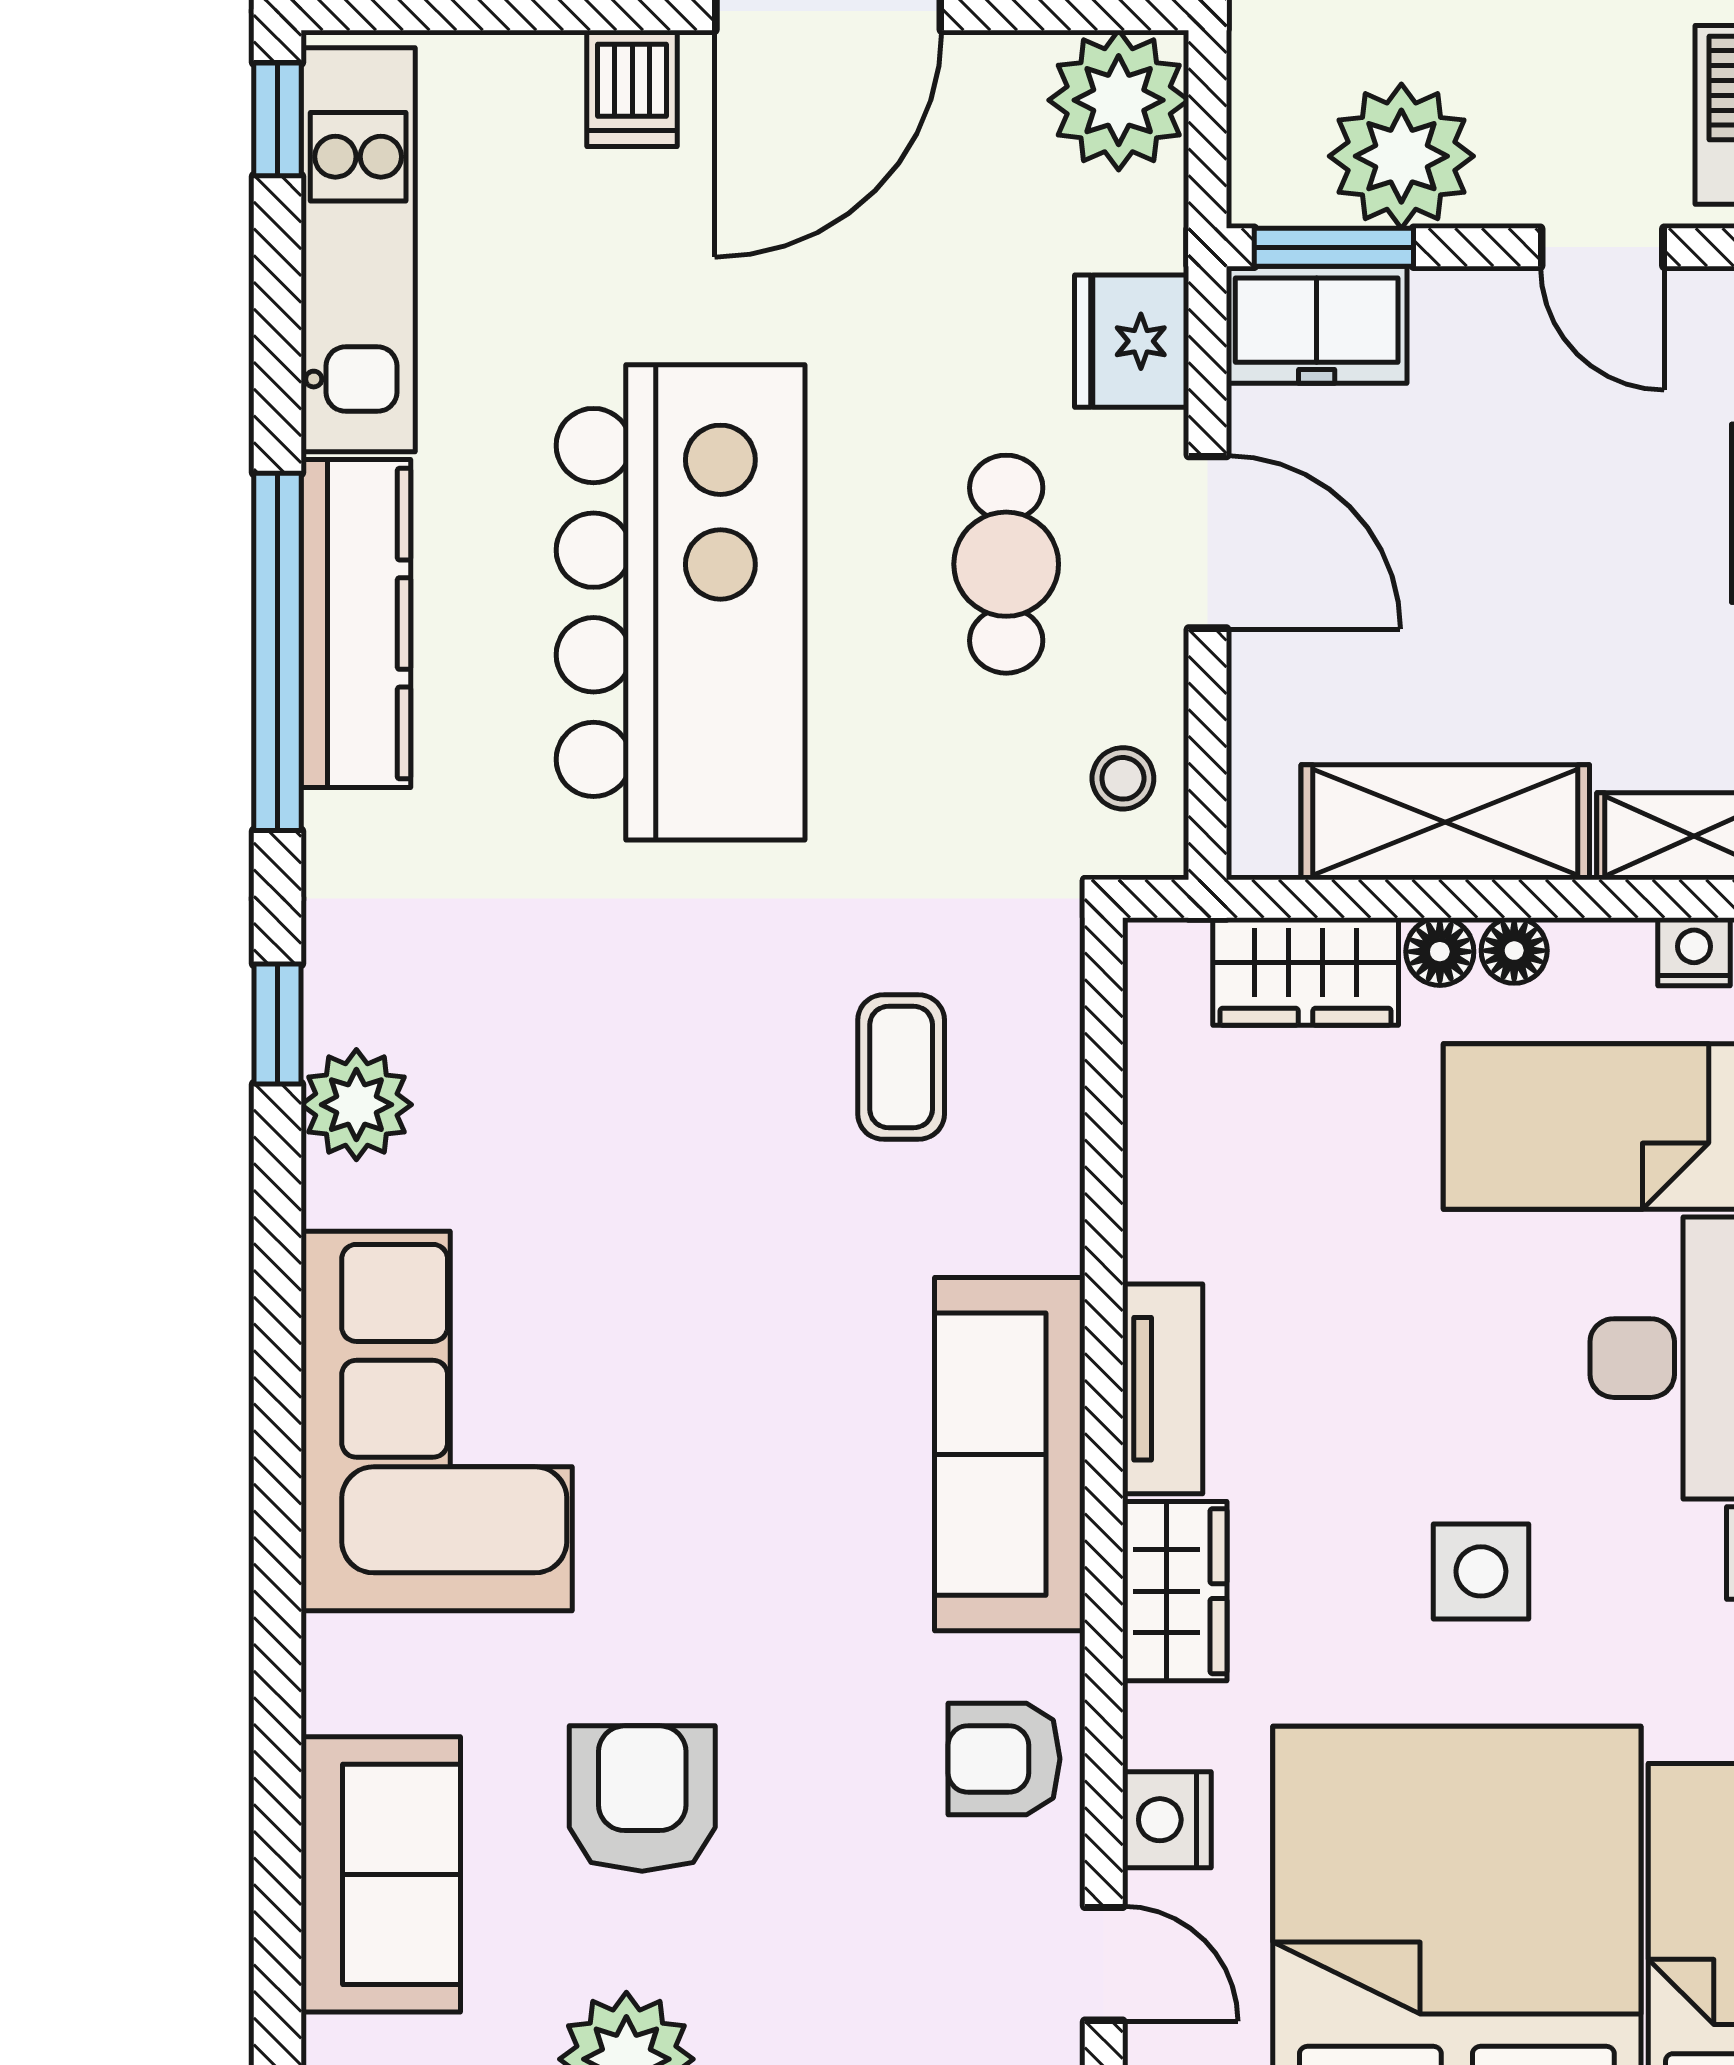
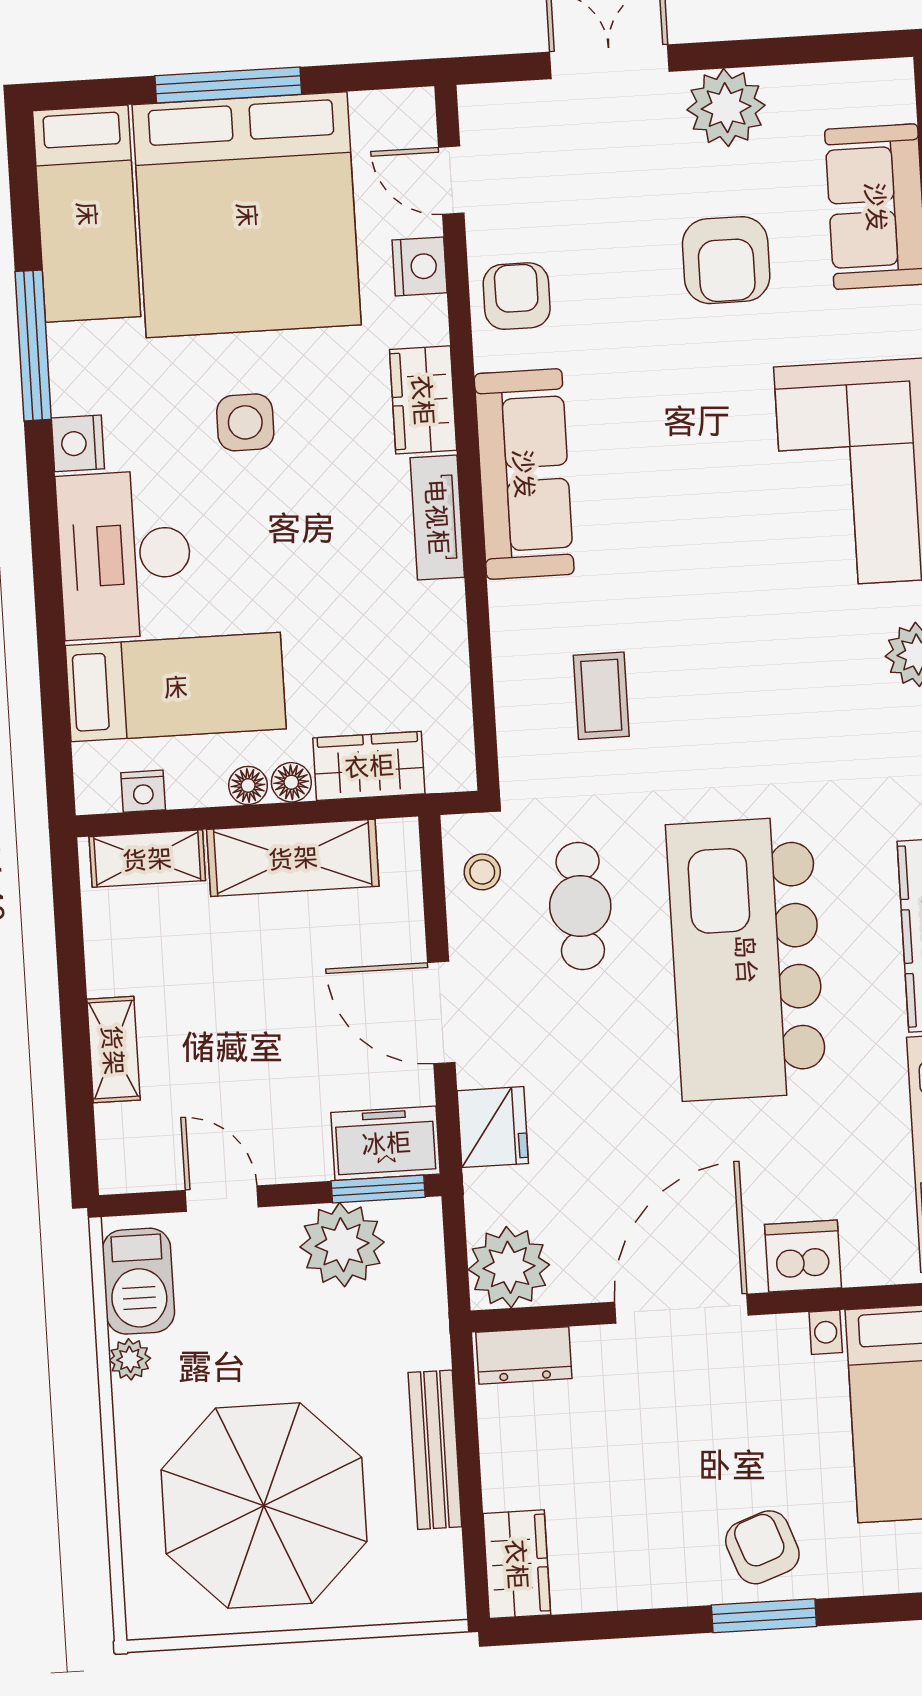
dishwasher: (632, 88) -> (803, 1256), width x1.38
cafe table: (1006, 564) -> (580, 906), moved
armchair: (1004, 1759) -> (517, 296), turned -90

